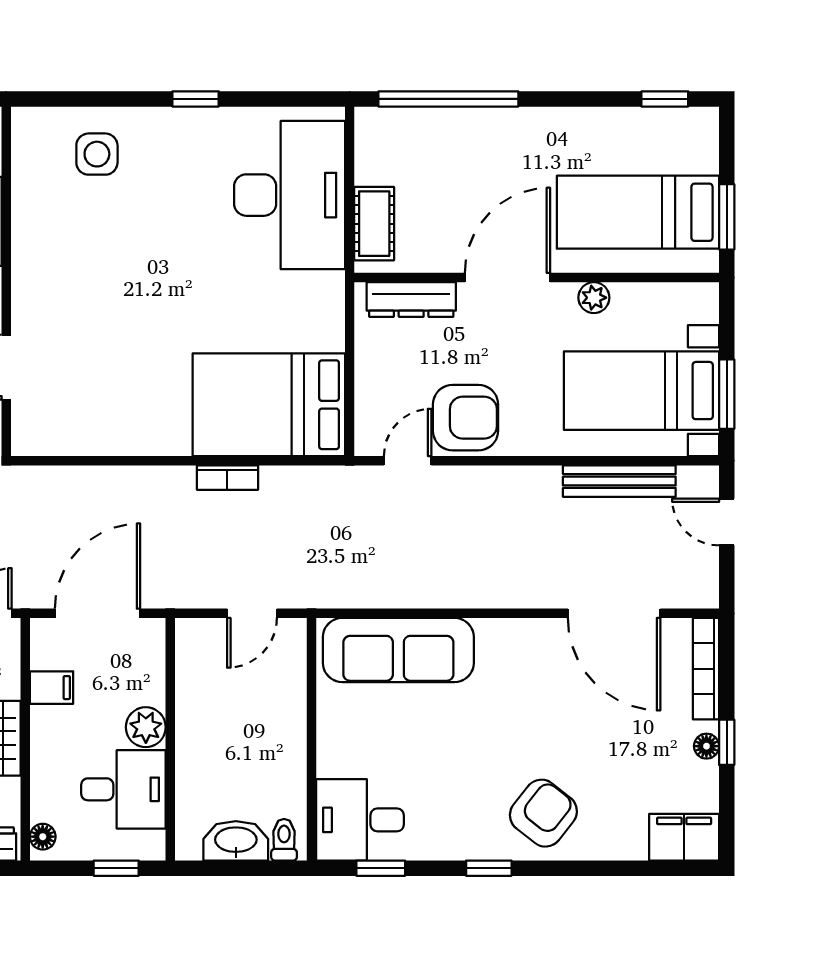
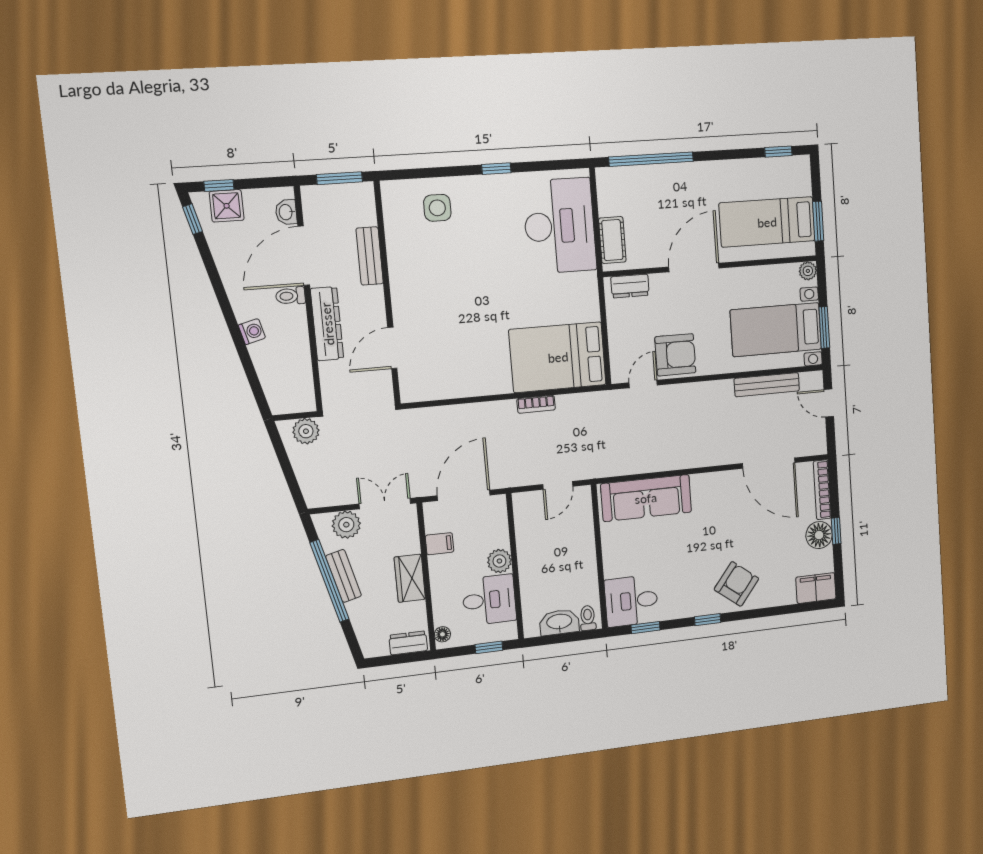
plant: (594, 298) -> (808, 271), moved
dresser: (411, 300) -> (630, 286), width x0.70
floor lamp: (706, 746) -> (819, 535), width x1.89, depth x1.89

